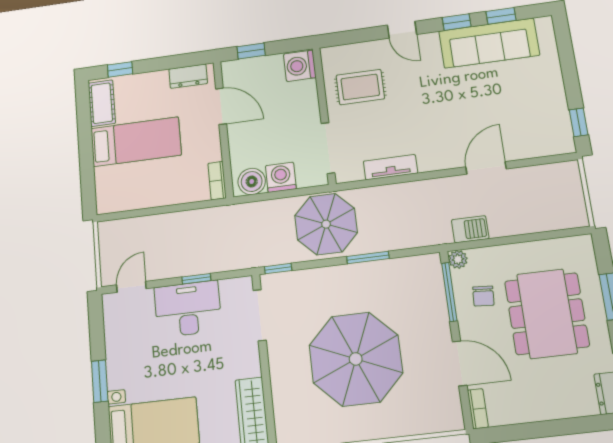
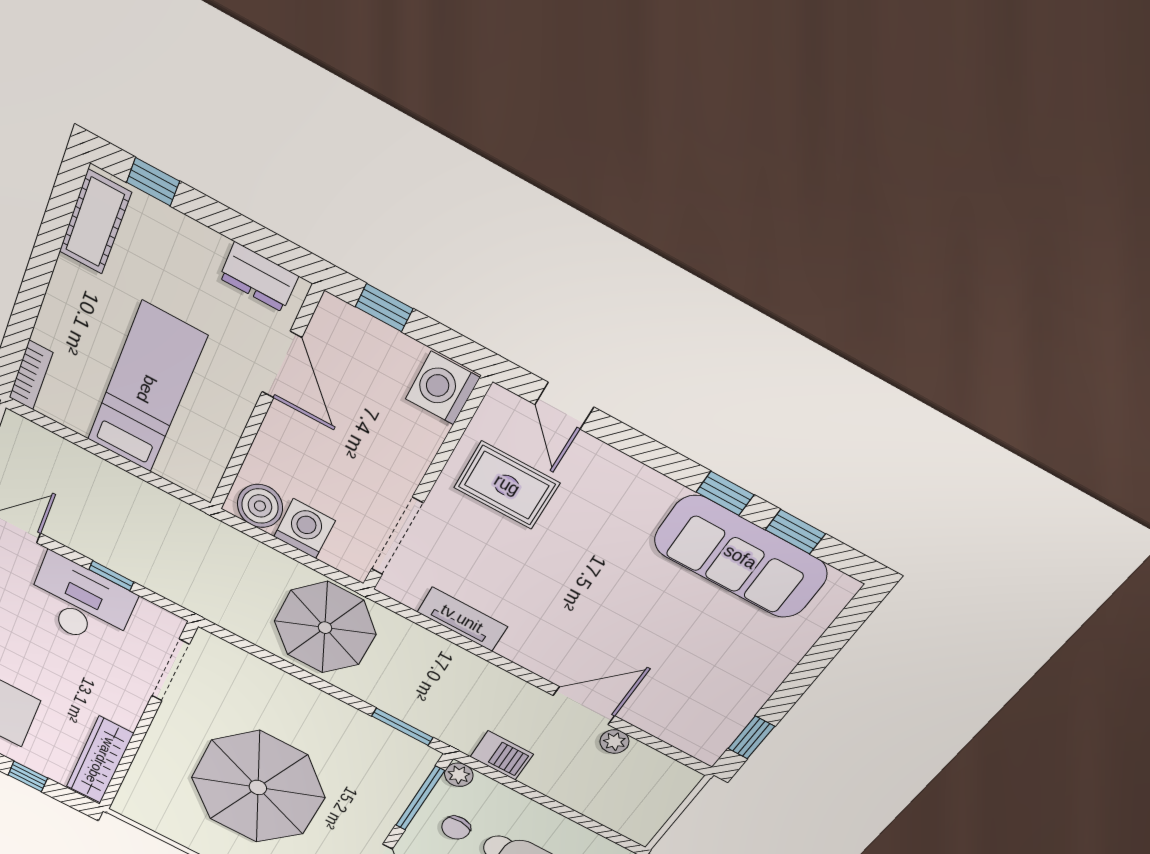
door: (402, 30) -> (564, 406), moved
bed: (136, 142) -> (146, 389), moved, turned -90
plant: (518, 176) -> (614, 742), added
bookcase: (217, 181) -> (31, 375), moved, turned 180
window: (368, 257) -> (402, 727), moved
window: (278, 269) -> (227, 636), removed

